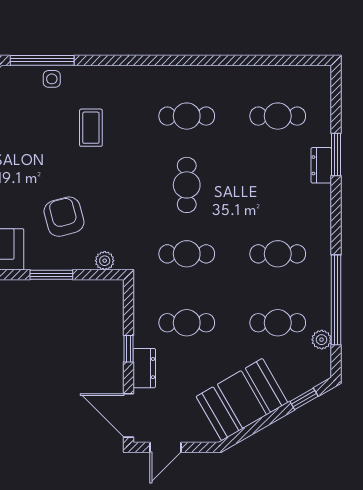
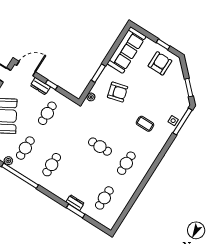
cafe table: (187, 254) -> (74, 130), removed

